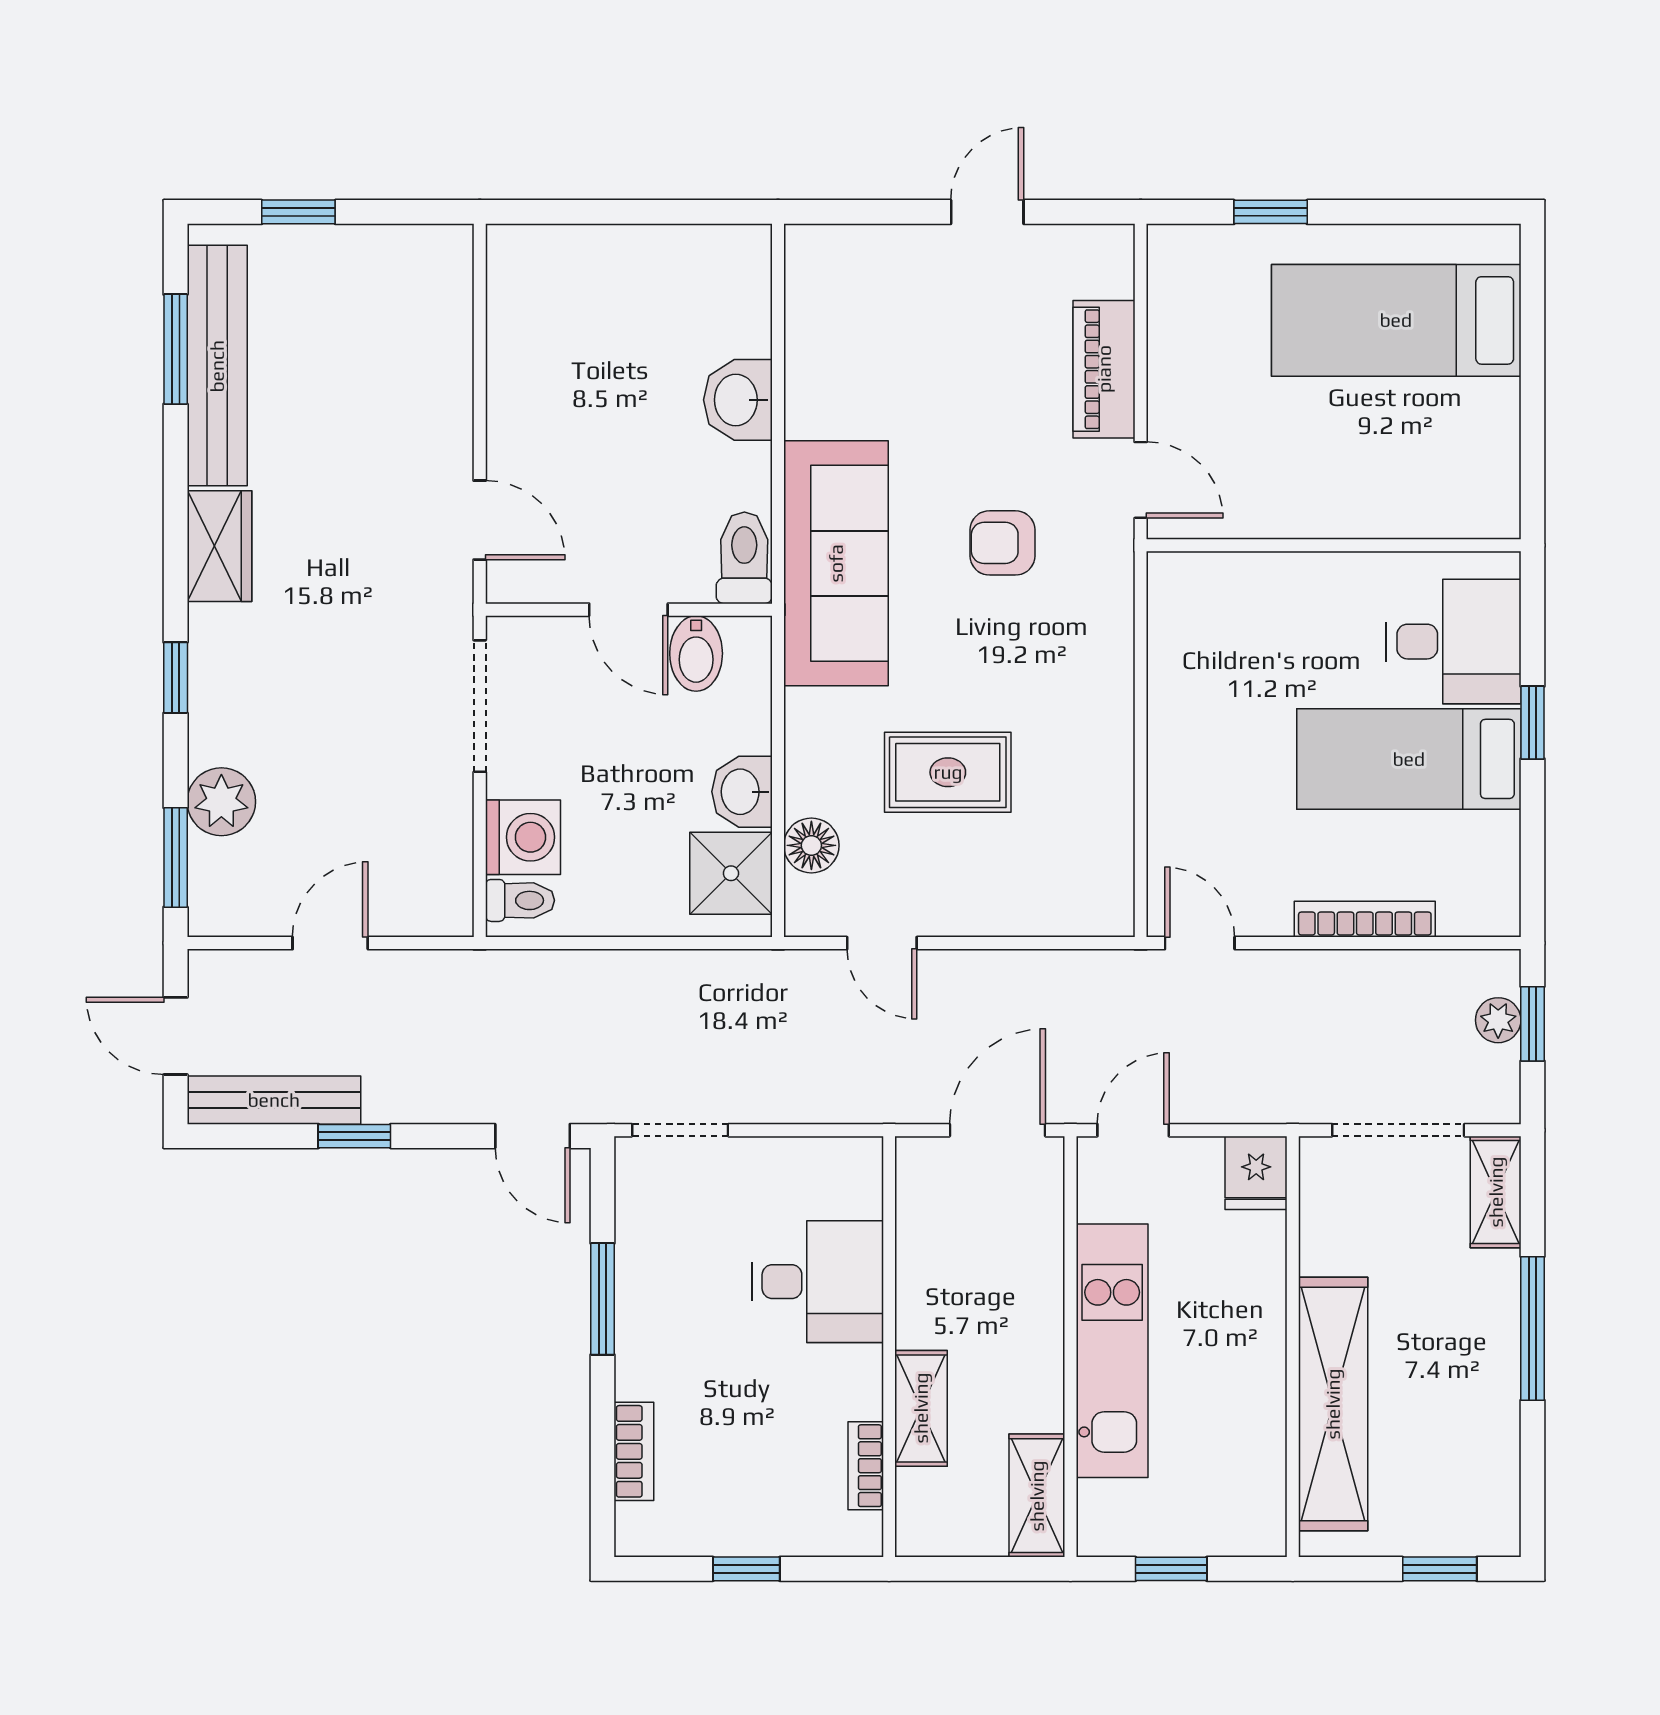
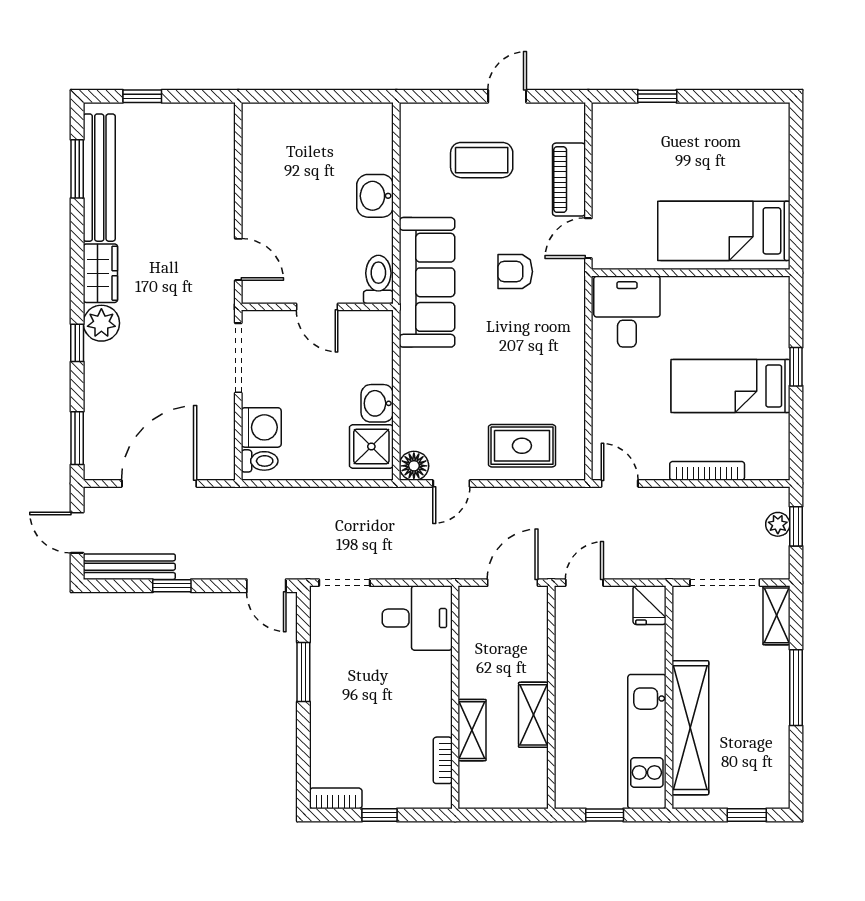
bed: (1396, 320) -> (724, 231), moved
coffee table: (939, 332) -> (482, 160), added
door: (1141, 480) -> (588, 238), swing flipped
desk: (1454, 642) -> (627, 312), moved, turned -90
bidet: (696, 653) -> (353, 330), removed
rug: (948, 772) -> (522, 446), moved
plant: (221, 802) -> (101, 323), moved
floor lamp: (811, 845) -> (414, 466), moved
door: (330, 943) -> (159, 483), width x1.87
door: (882, 943) -> (451, 483), hinge flipped
desk: (818, 1282) -> (417, 618), moved
kitchen unit: (1112, 1351) -> (647, 742), moved, turned 180
bookcase: (634, 1451) -> (336, 798), moved, turned -90
shelving: (1037, 1496) -> (533, 715), moved

